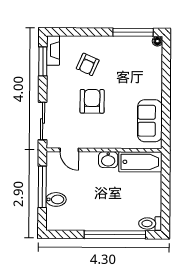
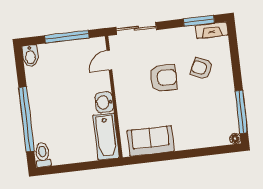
bidet: (56, 199) -> (30, 56), moved

